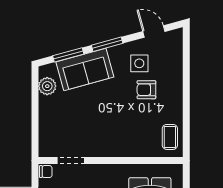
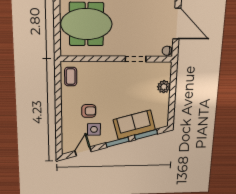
door: (154, 31) -> (83, 151), swing flipped
plant: (47, 86) -> (164, 87), moved
doorway: (71, 161) -> (136, 59), moved

